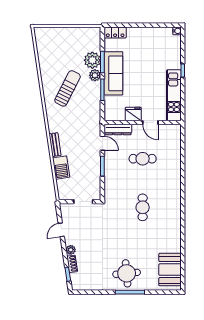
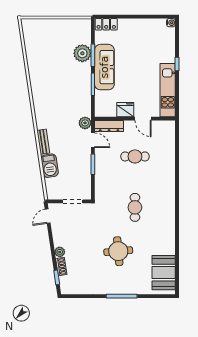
plant: (95, 75) -> (85, 123), moved
sun lounger: (68, 88) -> (56, 83), removed
door: (61, 230) -> (48, 216), moved
round table: (127, 273) -> (118, 251), moved

